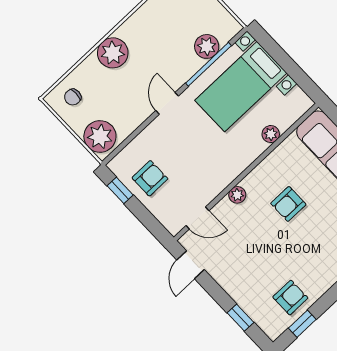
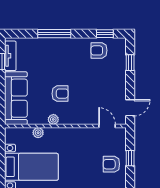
window: (120, 190) -> (130, 158), moved
plant: (237, 195) -> (53, 119), moved

